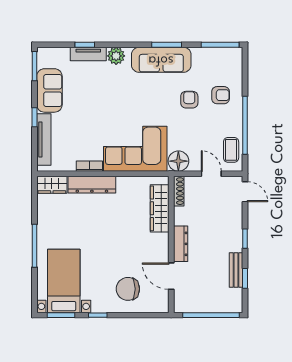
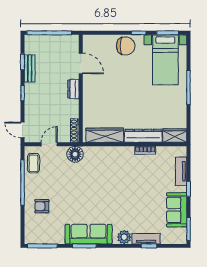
armchair: (189, 100) -> (66, 203), removed
tv unit: (44, 139) -> (181, 171), width x0.71
corner sofa: (135, 149) -> (109, 164), removed
door: (211, 174) -> (49, 144), swing flipped
wardrobe: (160, 208) -> (105, 135), moved, turned -90
dresser: (181, 244) -> (73, 89), width x0.70
chair: (128, 289) -> (126, 46), moved

